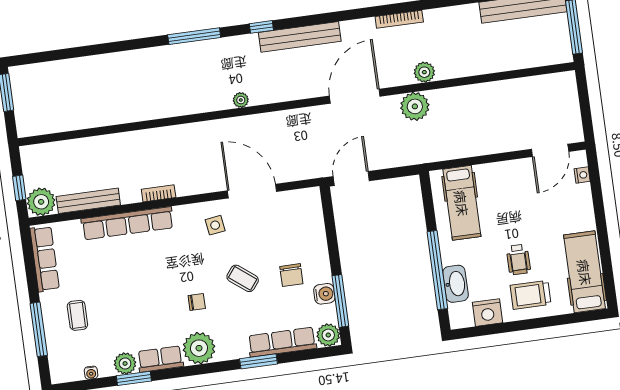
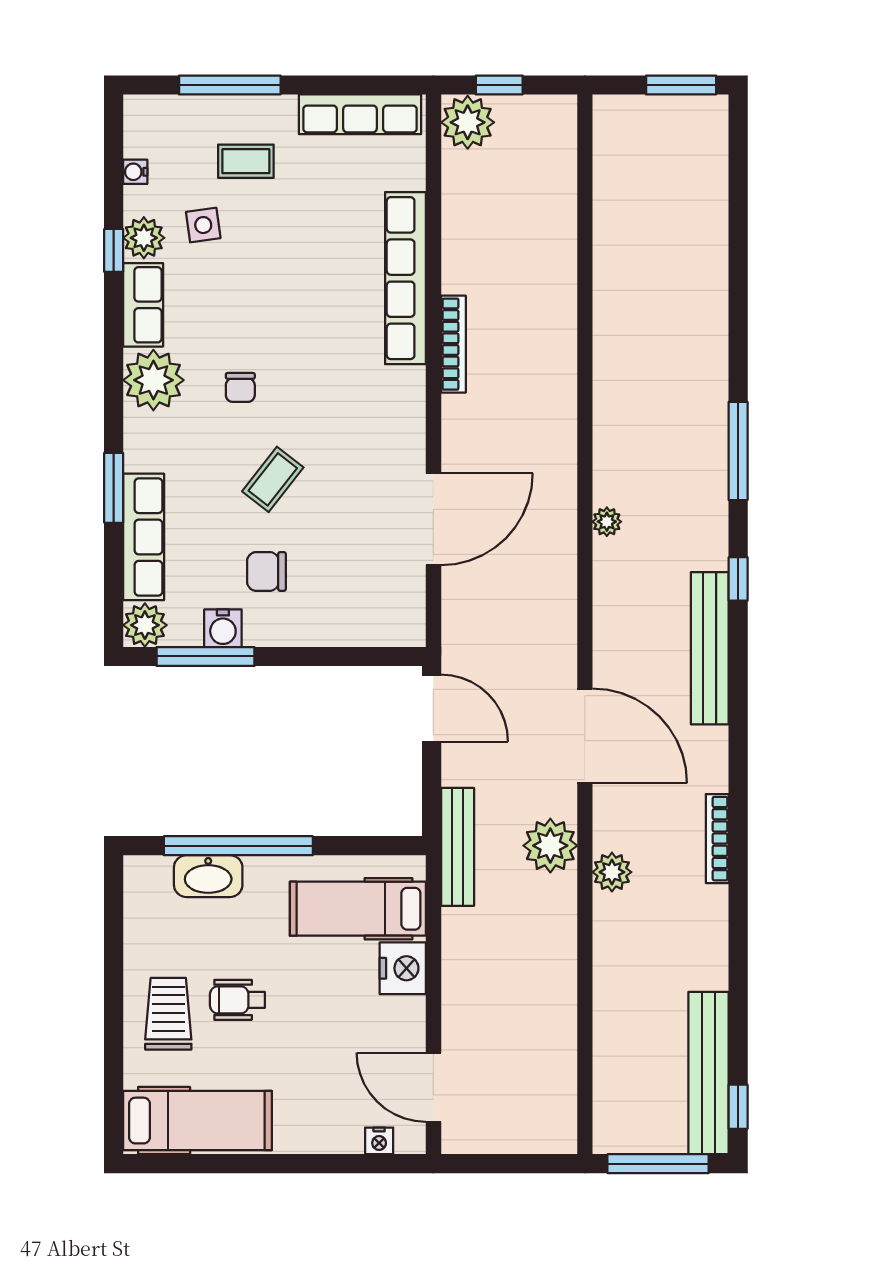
bookcase: (159, 193) -> (453, 344), width x1.56
bench: (88, 201) -> (458, 847), moved
side table: (215, 225) -> (203, 225), moved
nightstand: (487, 313) -> (403, 968), moved, turned 180
window: (134, 378) -> (114, 250), width x0.67

